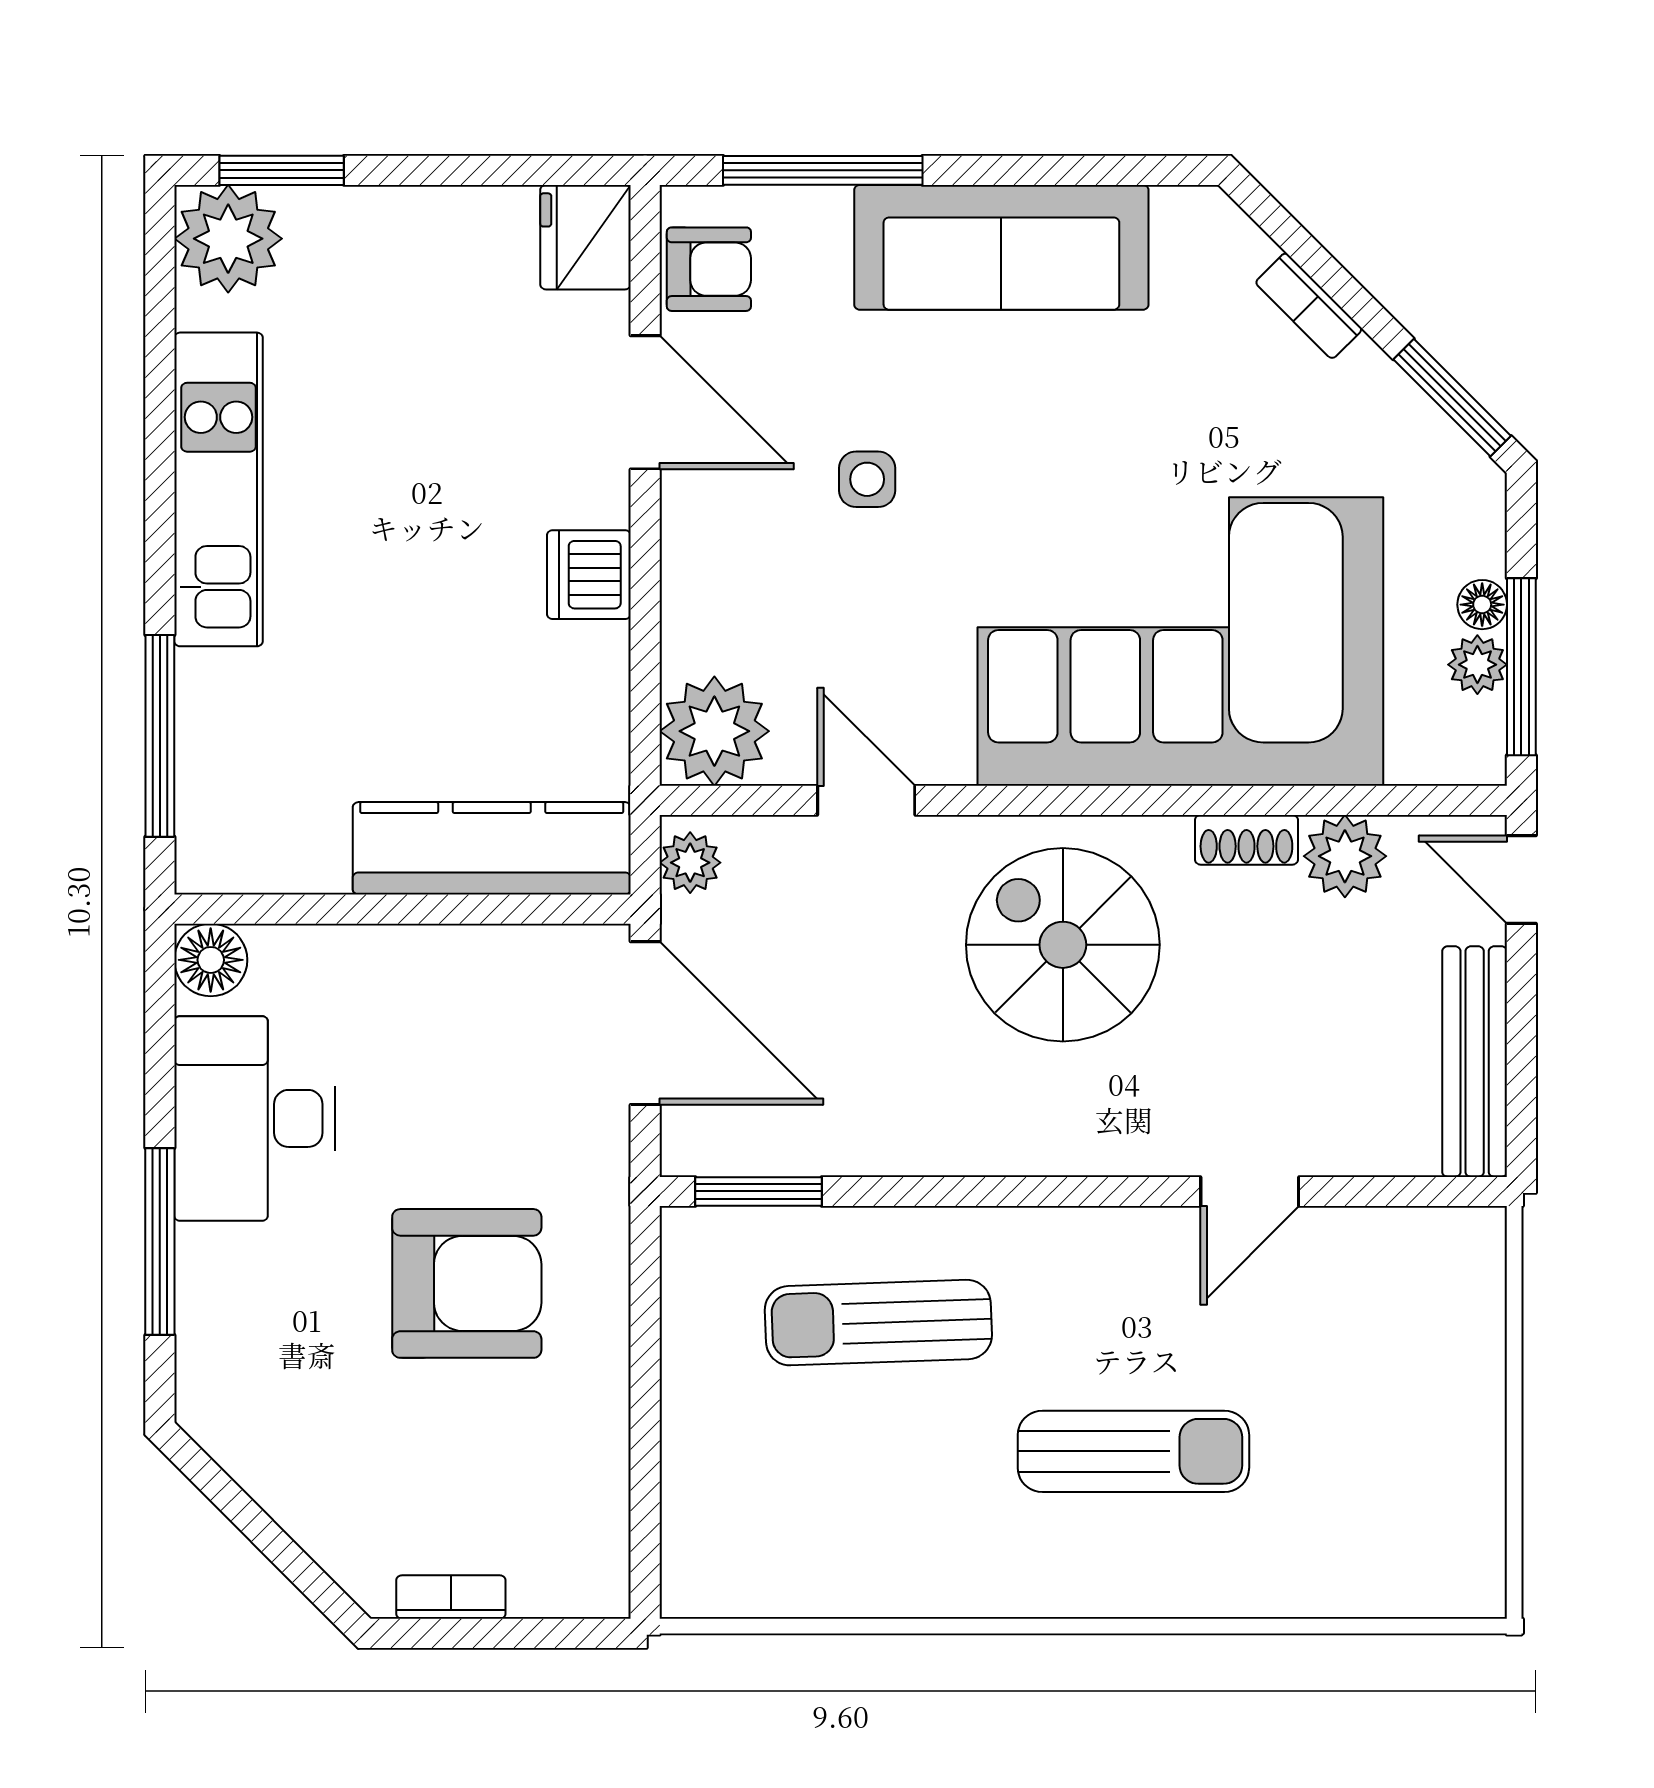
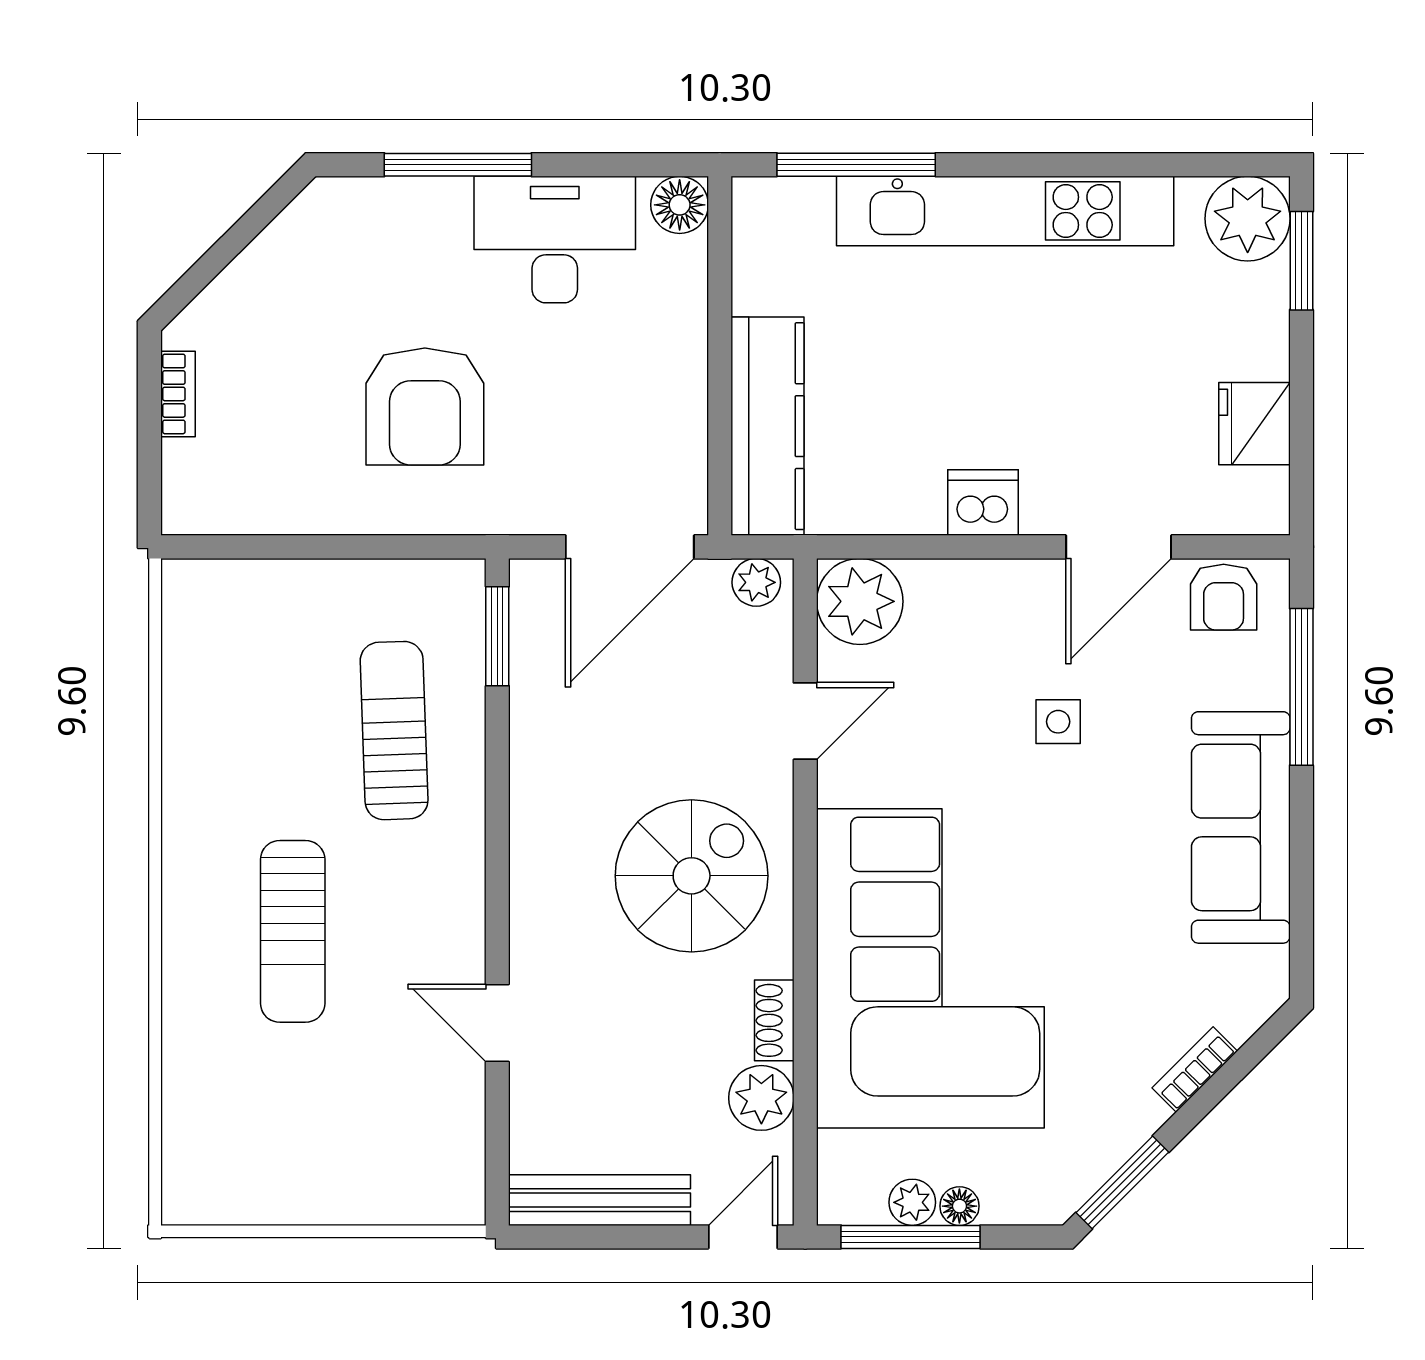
fridge: (585, 237) -> (1254, 424), moved, turned -90
kitchen unit: (219, 489) -> (1005, 211), width x1.36

